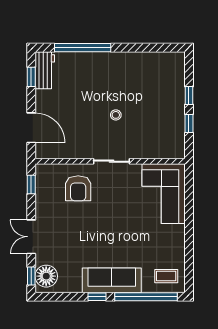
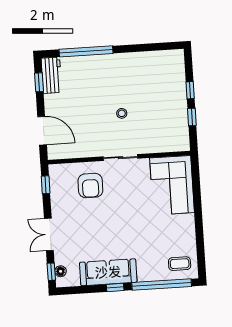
floor lamp: (46, 276) -> (61, 271), width x0.53, depth x0.53
sofa: (112, 280) -> (108, 272), moved

